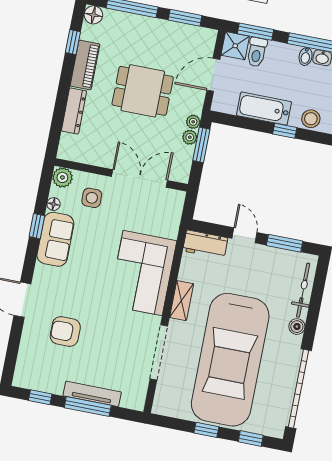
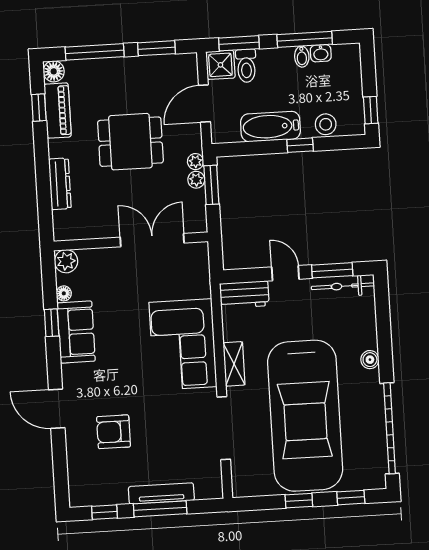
piano: (85, 65) -> (58, 111), moved
side table: (92, 198) -> (105, 275), removed
bicycle: (303, 290) -> (343, 286), moved, turned -90

